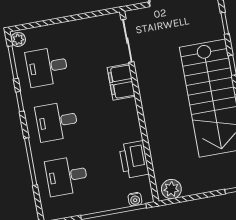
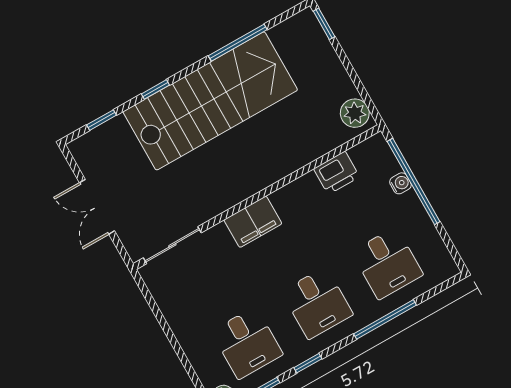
filing cabinet: (121, 82) -> (253, 222), moved
printer: (134, 159) -> (337, 173), width x0.73, depth x0.84
water cooler: (135, 199) -> (400, 183), moved

